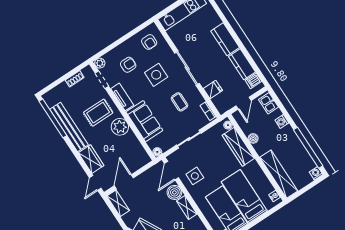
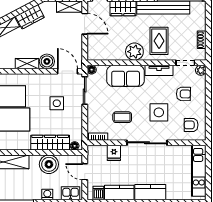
armchair: (128, 65) -> (183, 94), turned -89
boiler: (253, 138) -> (49, 164), width x1.86, depth x1.86
sliding door: (189, 139) -> (85, 90), moved
side table: (195, 176) -> (57, 103), moved

